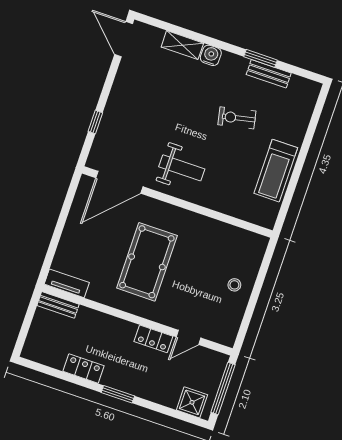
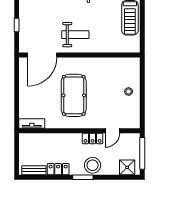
bench: (58, 305) -> (34, 170), moved
stool: (139, 381) -> (93, 165), added

